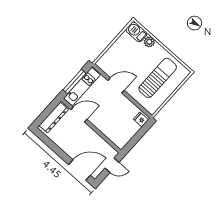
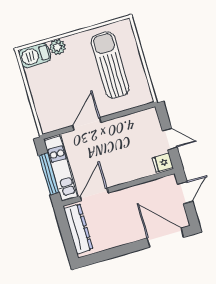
fridge: (141, 119) -> (163, 163), moved
door: (137, 138) -> (170, 139), added
door: (79, 170) -> (165, 238), hinge flipped

